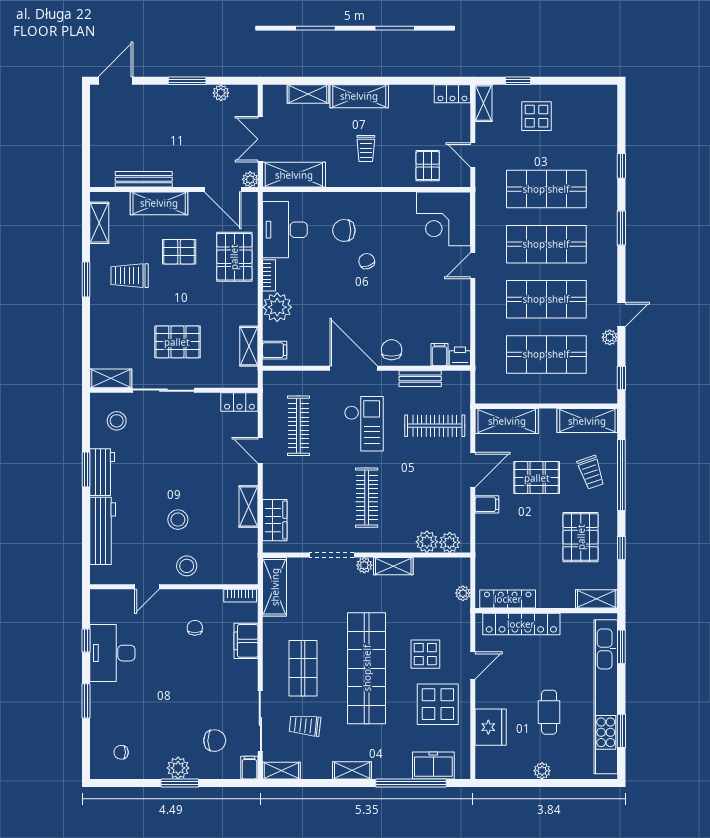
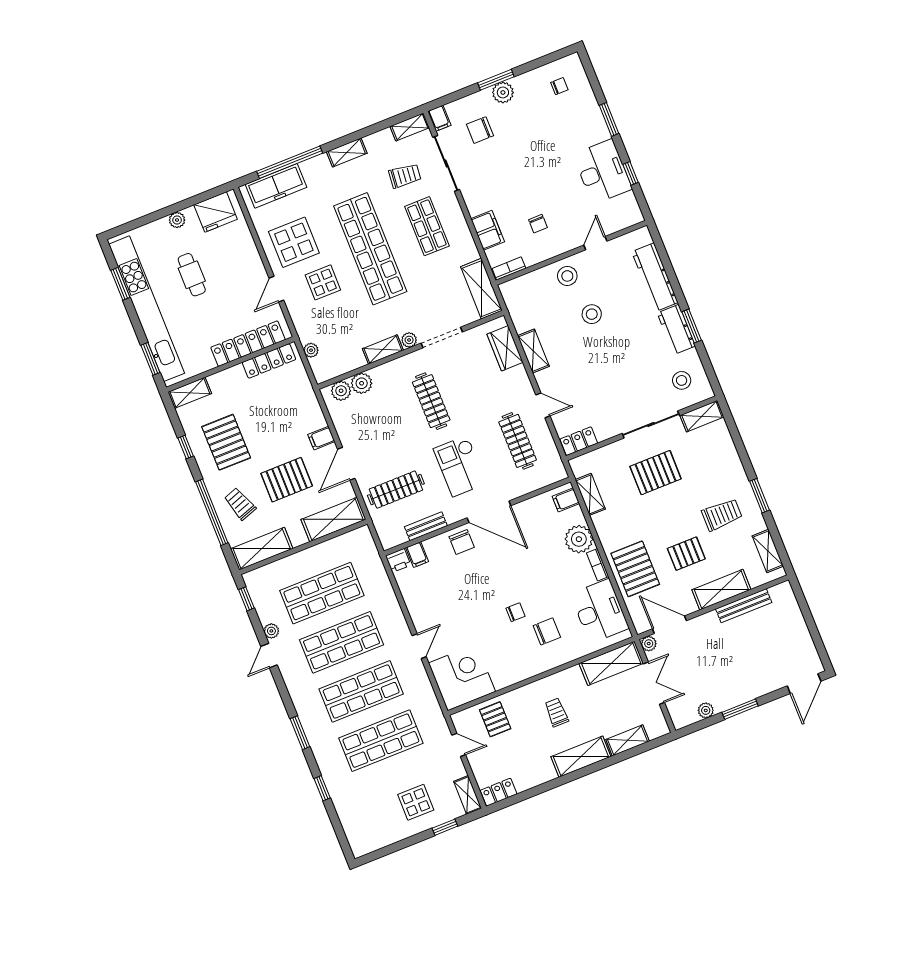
chair: (367, 261) -> (515, 612), turned -71
fridge: (491, 727) -> (216, 212), moved, turned -90
freezer: (433, 766) -> (276, 186), width x1.40

